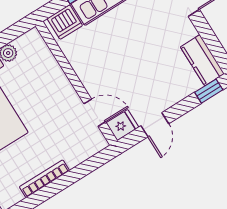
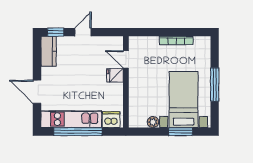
fridge: (122, 125) -> (115, 75), moved
door: (155, 125) -> (83, 32), moved

